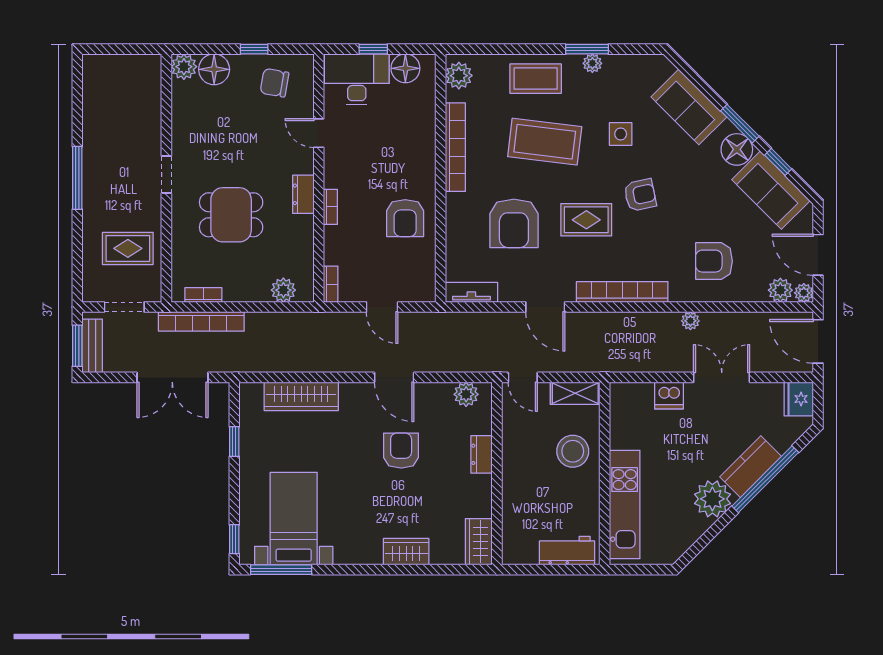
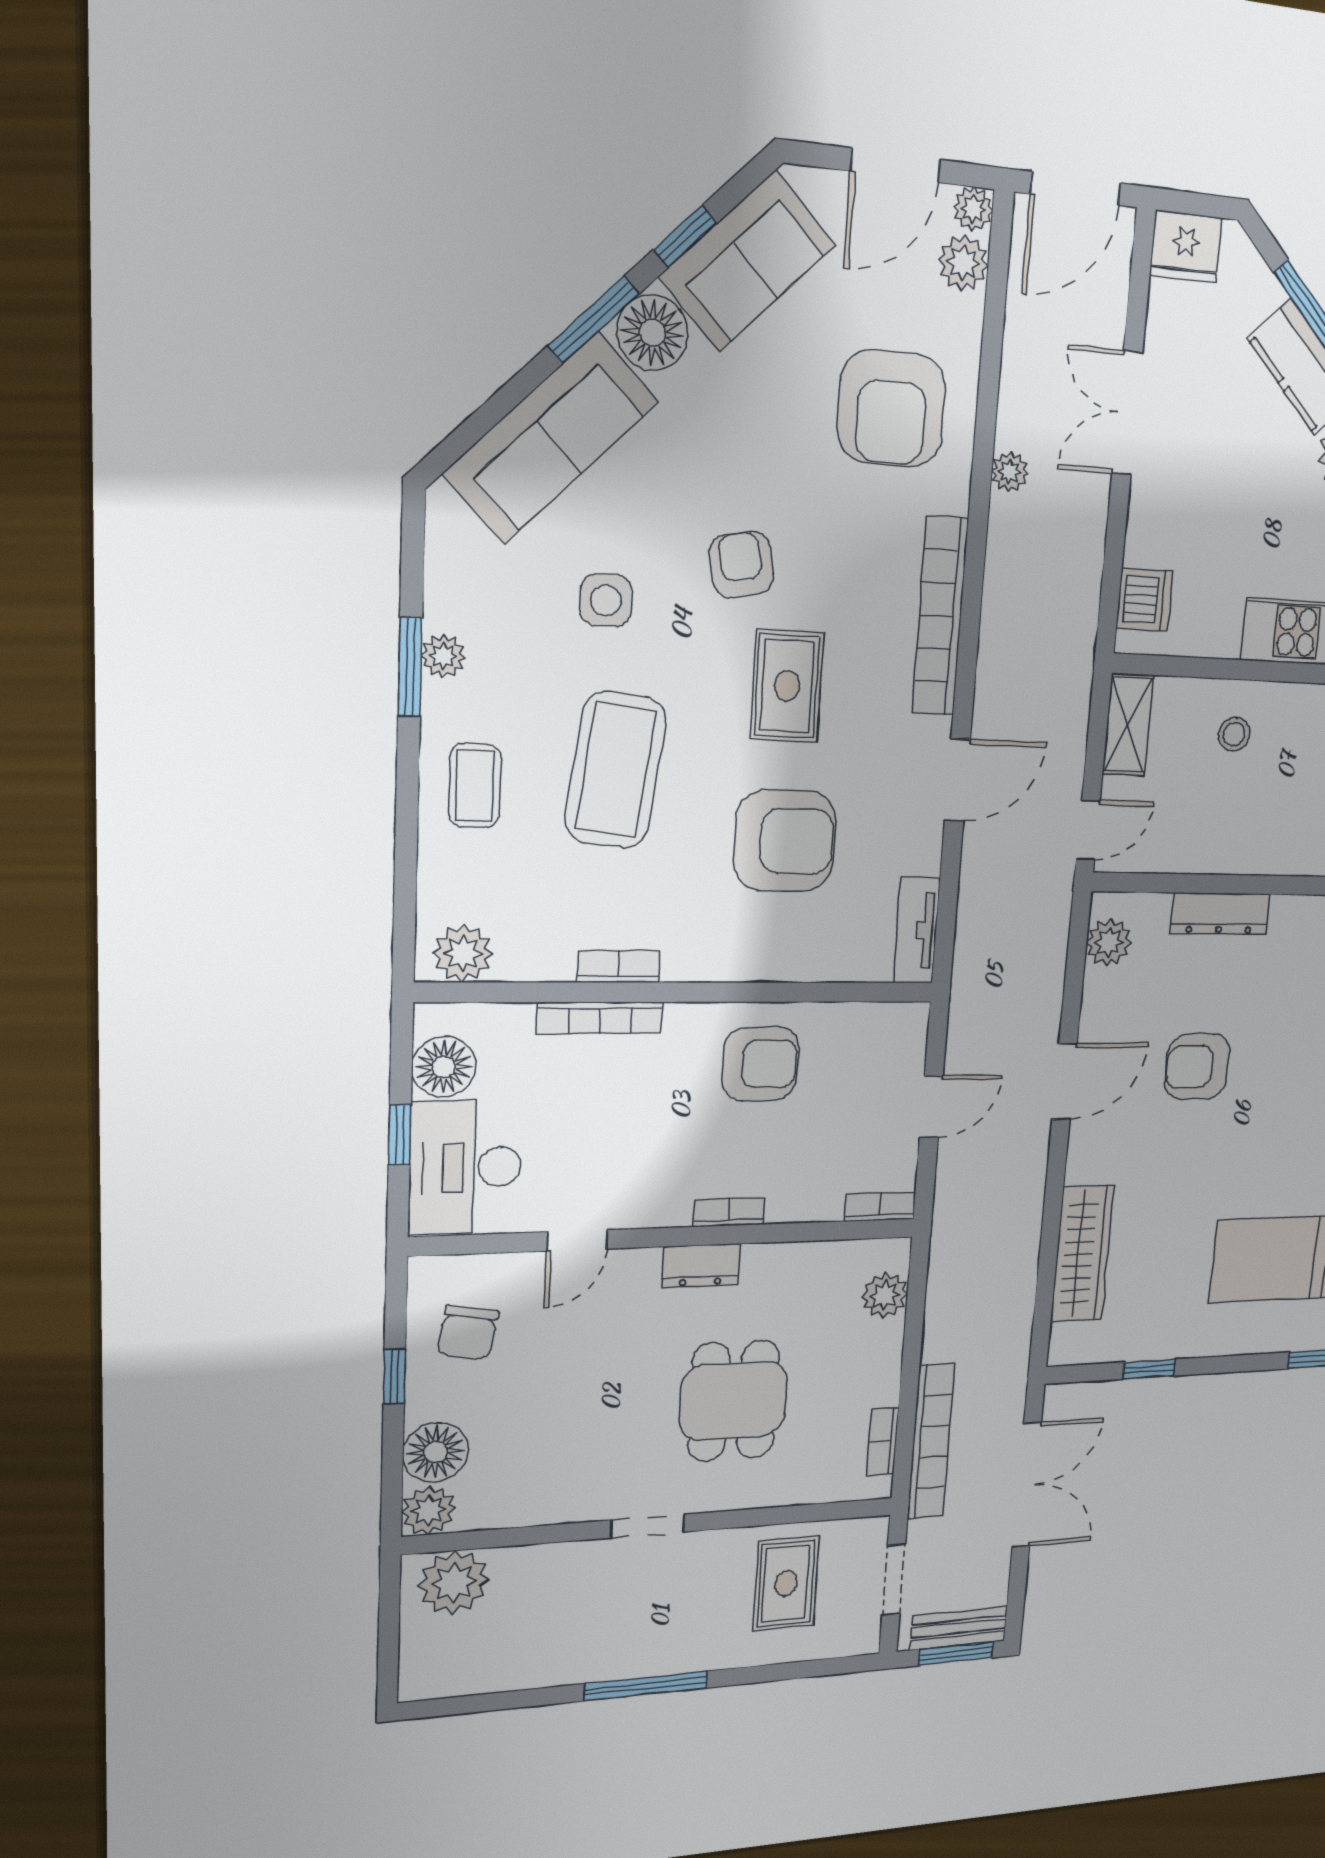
coffee table: (536, 79) -> (475, 786), width x0.73, depth x0.77
plant: (144, 80) -> (454, 1583), added
sofa: (689, 107) -> (551, 438), width x1.36
bookcase: (428, 139) -> (600, 1018), added
bookcase: (455, 147) -> (619, 967), width x0.43, depth x0.76
armchair: (714, 261) -> (892, 409), width x1.36, depth x1.36
dishwasher: (669, 395) -> (1144, 600), moved
stool: (573, 451) -> (1234, 734), width x0.53, depth x0.53
dresser: (482, 454) -> (1220, 914), width x1.44

